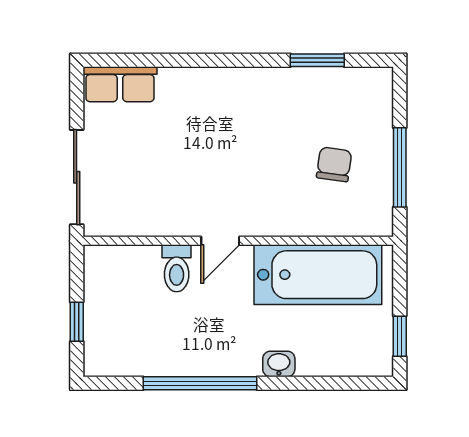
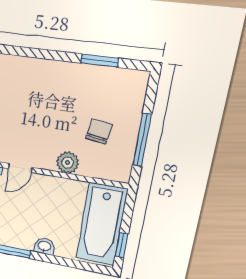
plant: (295, 220) -> (68, 163), added
bathtub: (318, 275) -> (102, 224), moved, turned 90

